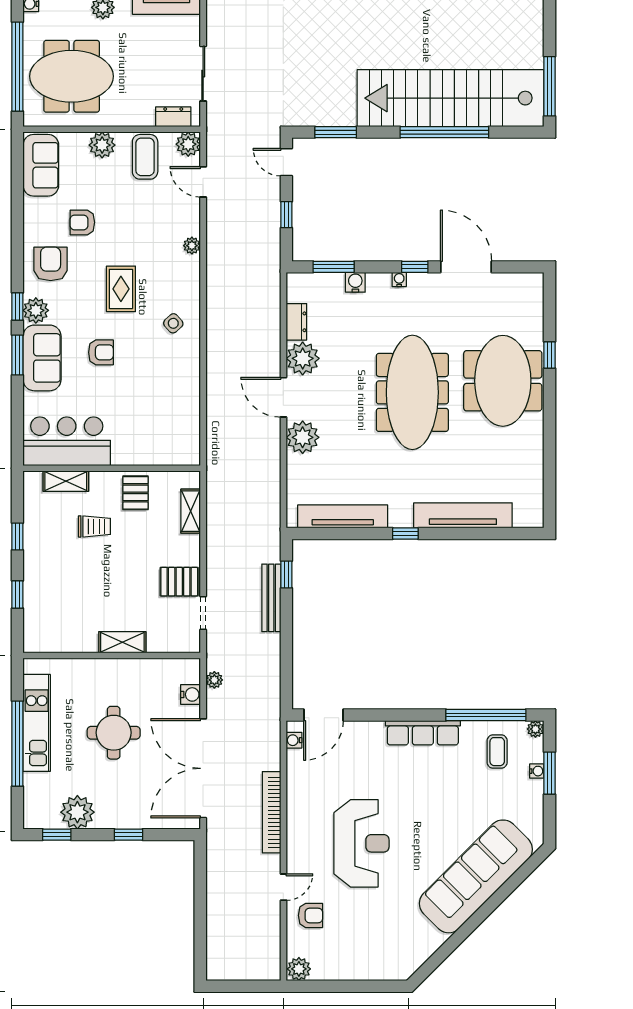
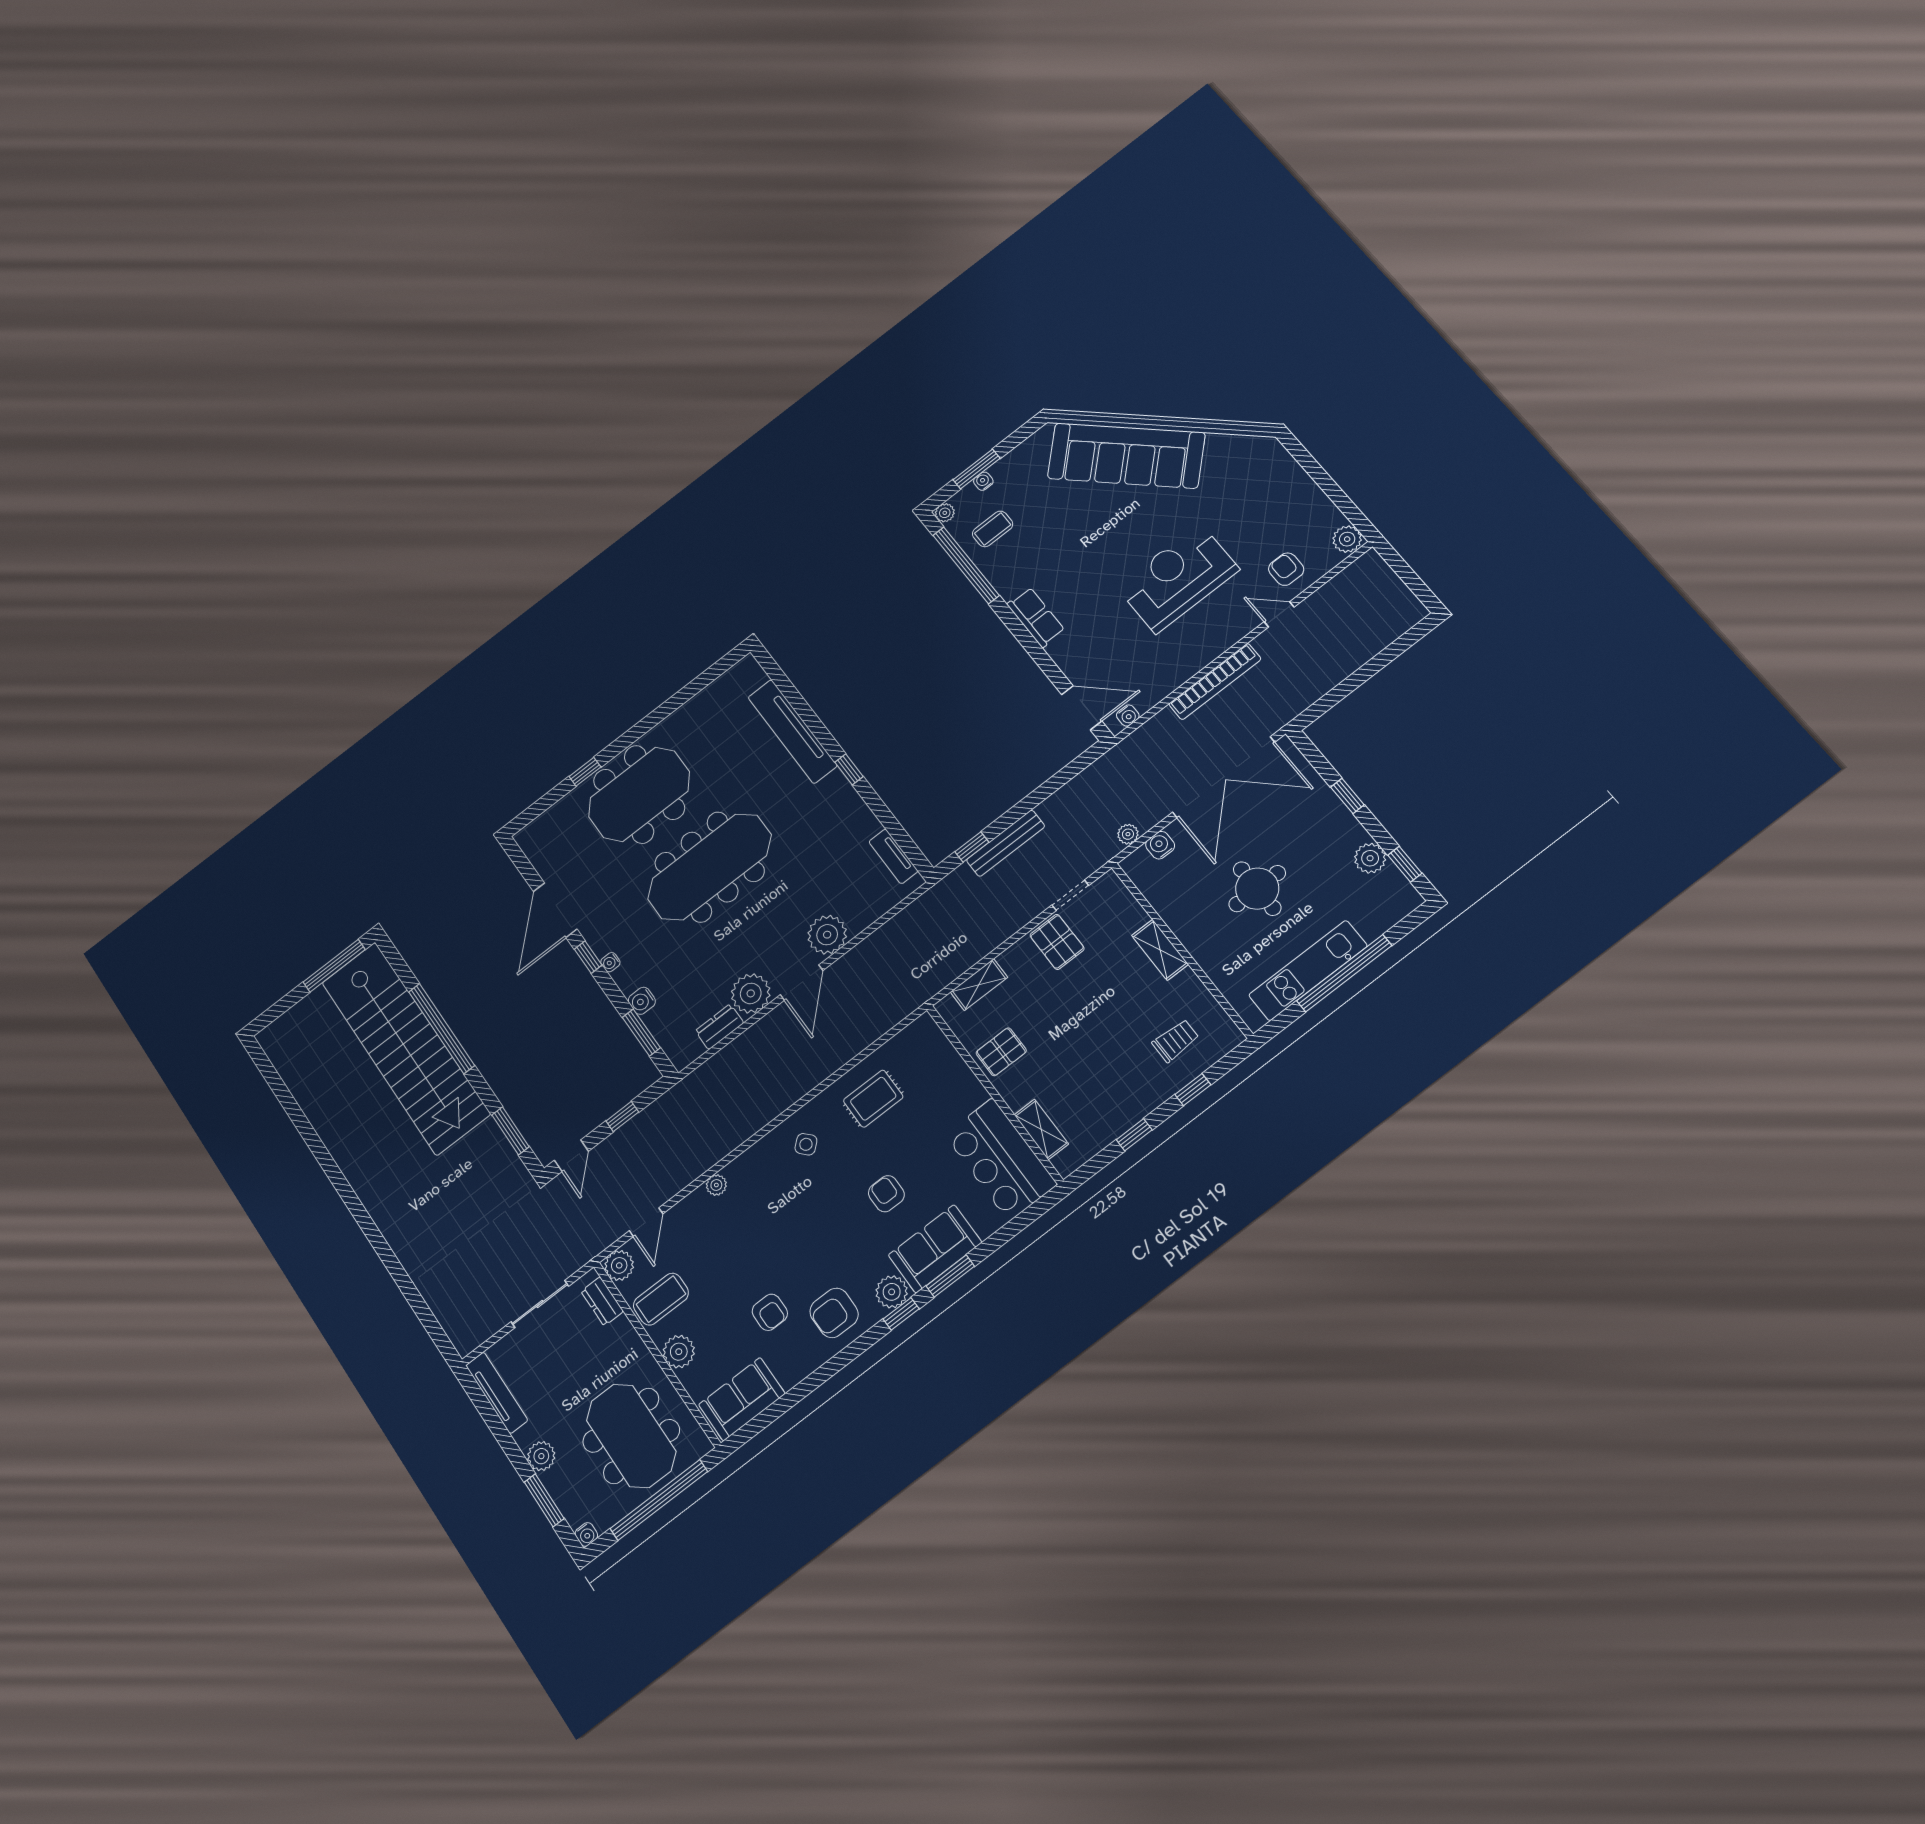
rug: (121, 289) -> (873, 1099), moved
tv unit: (343, 516) -> (893, 856), width x0.52, depth x0.78
trolley: (94, 526) -> (1176, 1041), moved, turned 90
row of seats: (423, 733) -> (1036, 617), width x0.68
plant: (77, 812) -> (1370, 858), width x0.73, depth x0.73

